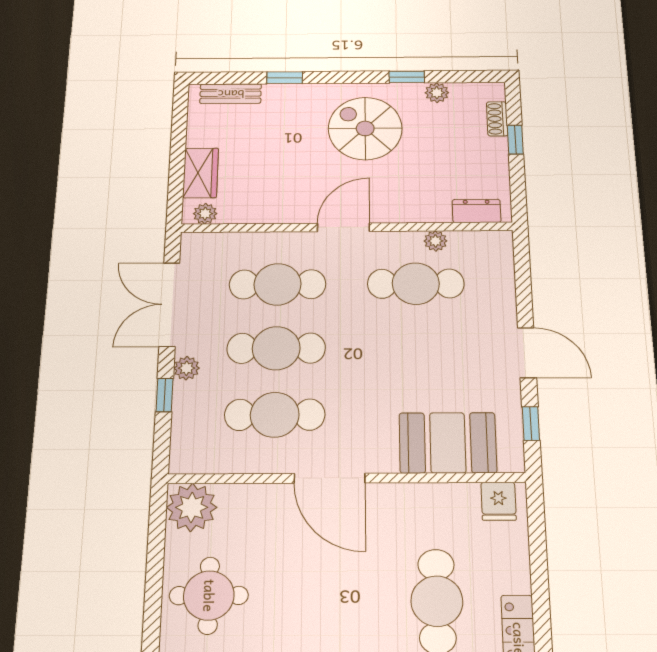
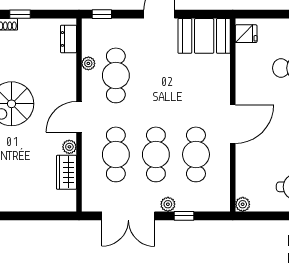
wardrobe: (201, 173) -> (66, 172), moved, turned -90
plant: (205, 214) -> (69, 147), moved
door: (343, 227) -> (79, 117), hinge flipped
window: (531, 424) -> (102, 14), moved
booth: (448, 443) -> (204, 36), moved, turned 90
plant: (192, 507) -> (243, 204), width x0.53, depth x0.53

